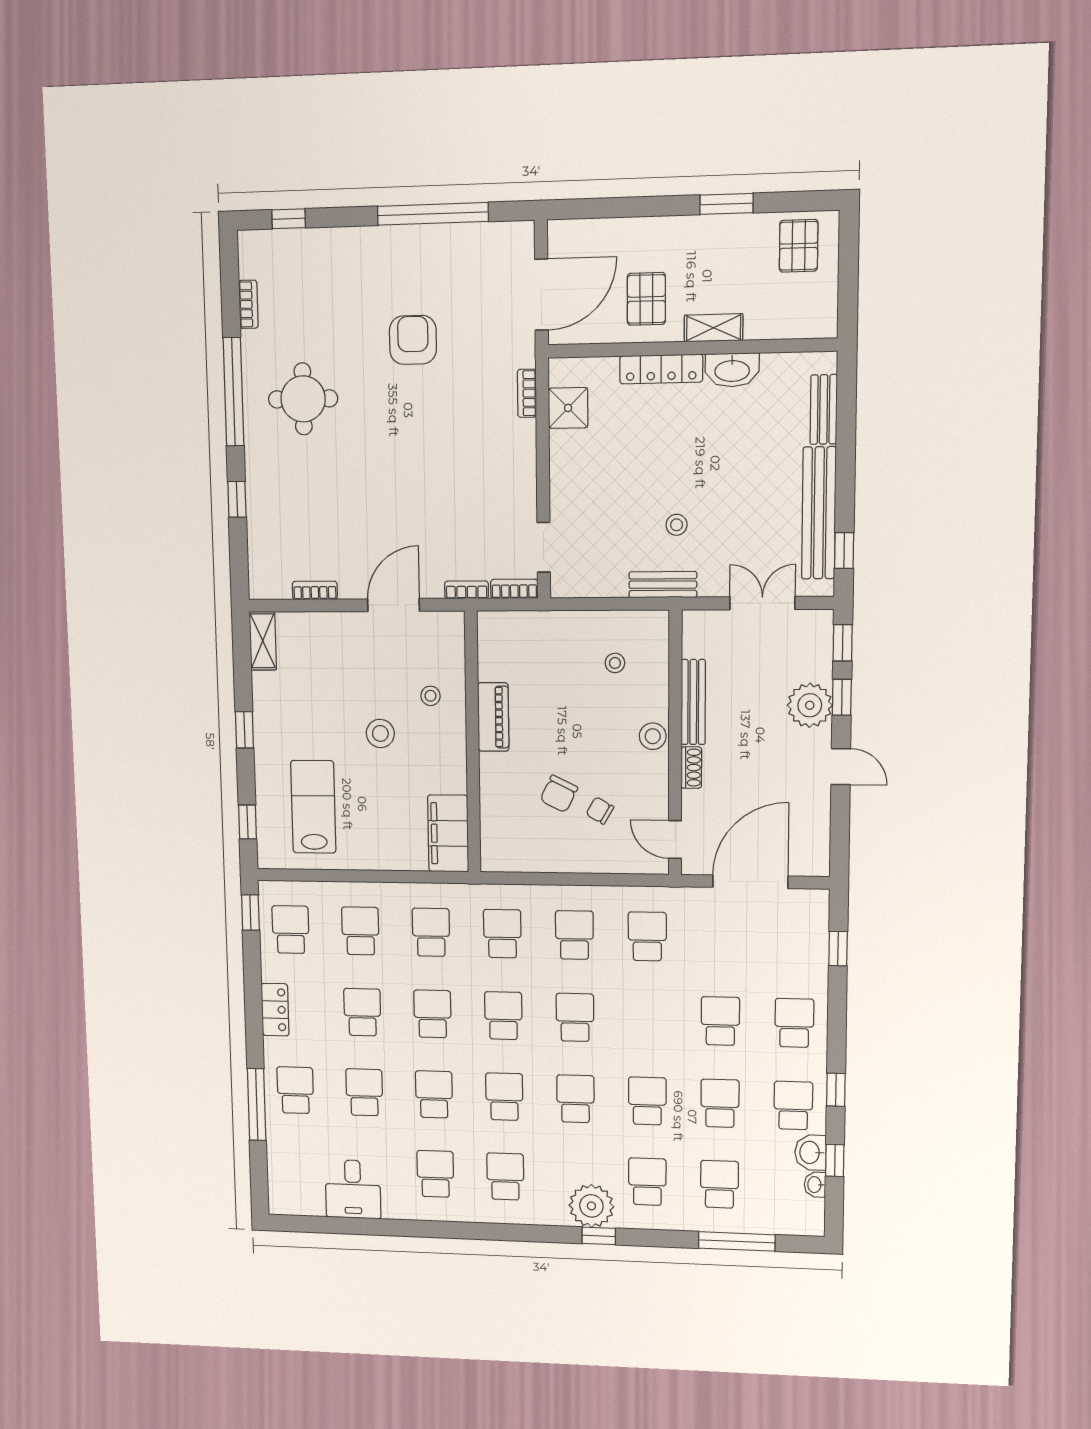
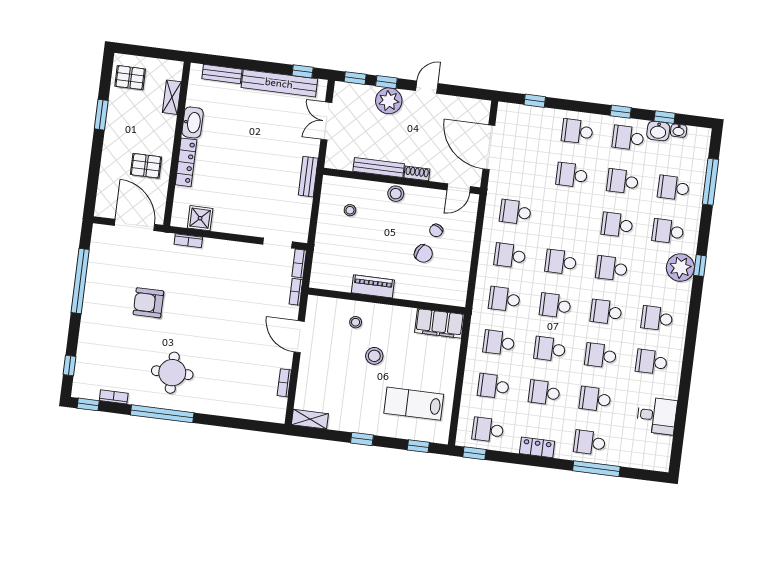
shelving: (714, 328) -> (172, 97), moved
window: (237, 499) -> (88, 404), moved
stool: (677, 525) -> (275, 164), removed

